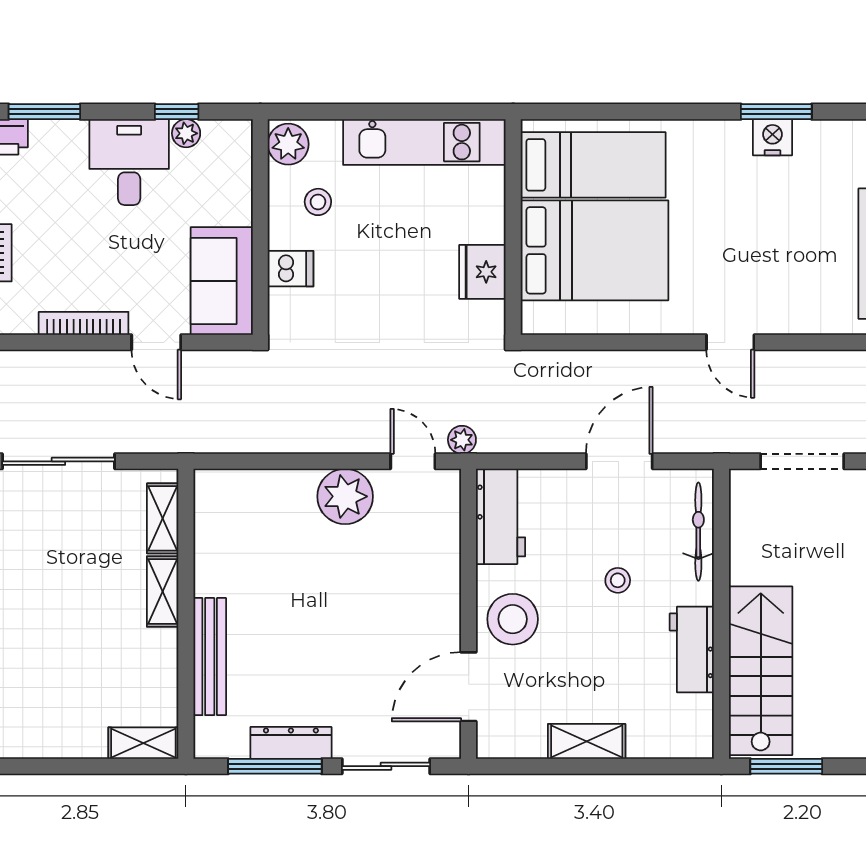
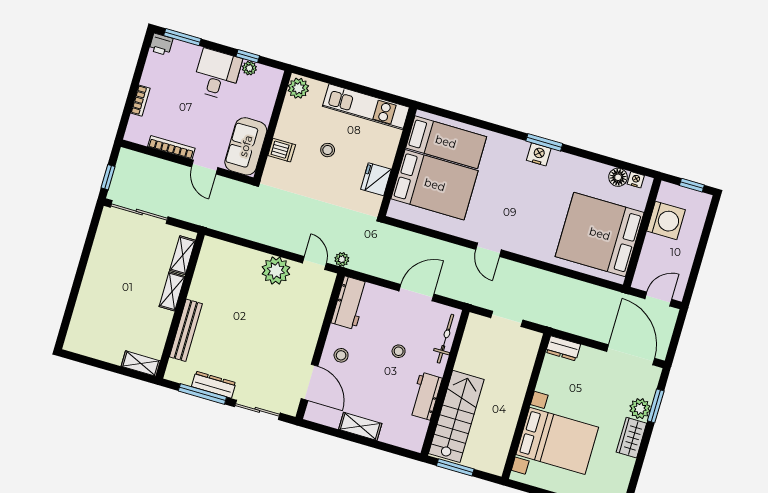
stool: (318, 202) -> (328, 150), moved
doorway: (802, 461) -> (507, 319), width x0.73
stool: (513, 619) -> (341, 355), width x0.53, depth x0.53
door: (469, 687) -> (310, 382), swing flipped

